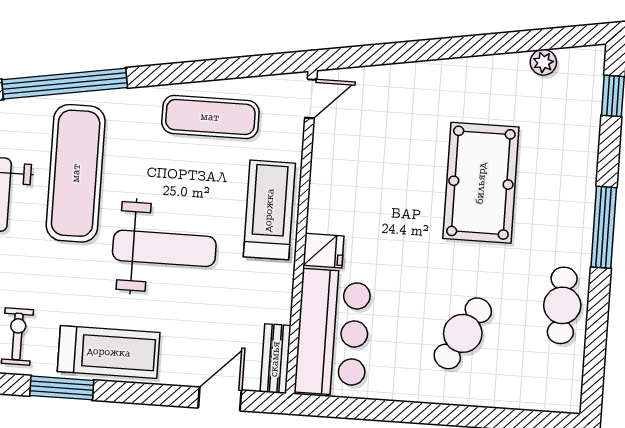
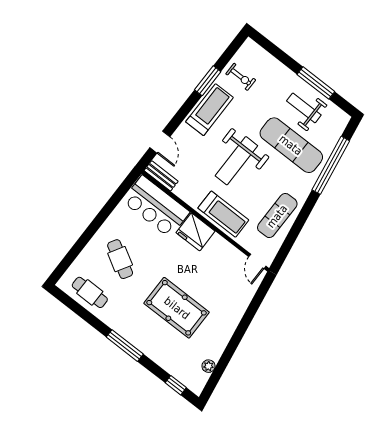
fridge: (323, 251) -> (196, 232), width x1.88, depth x1.34
cafe table: (562, 305) -> (90, 292), moved
treadmill: (109, 352) -> (209, 110), turned 180

